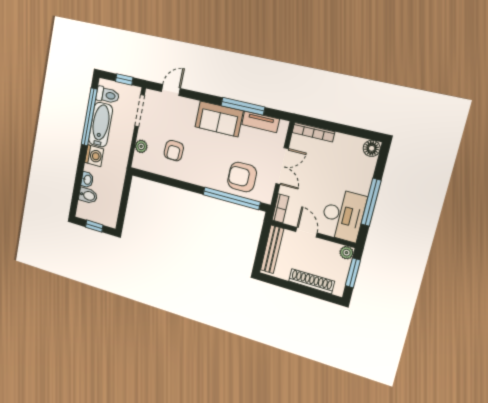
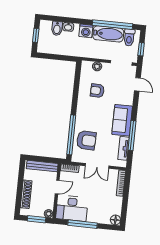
armchair: (242, 177) -> (86, 140), turned 92

